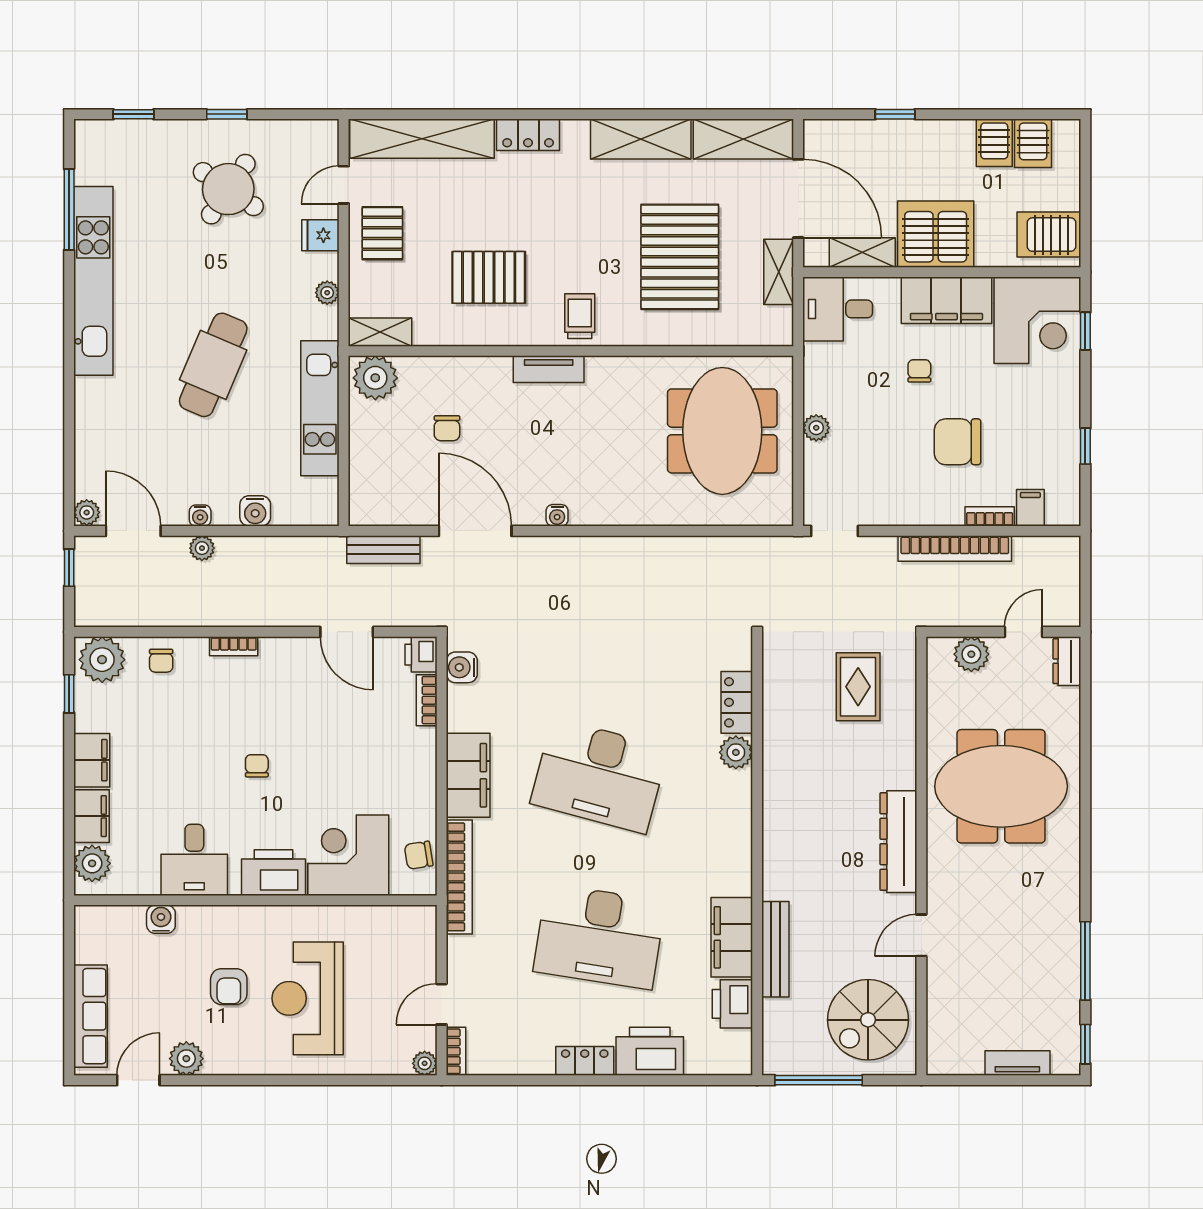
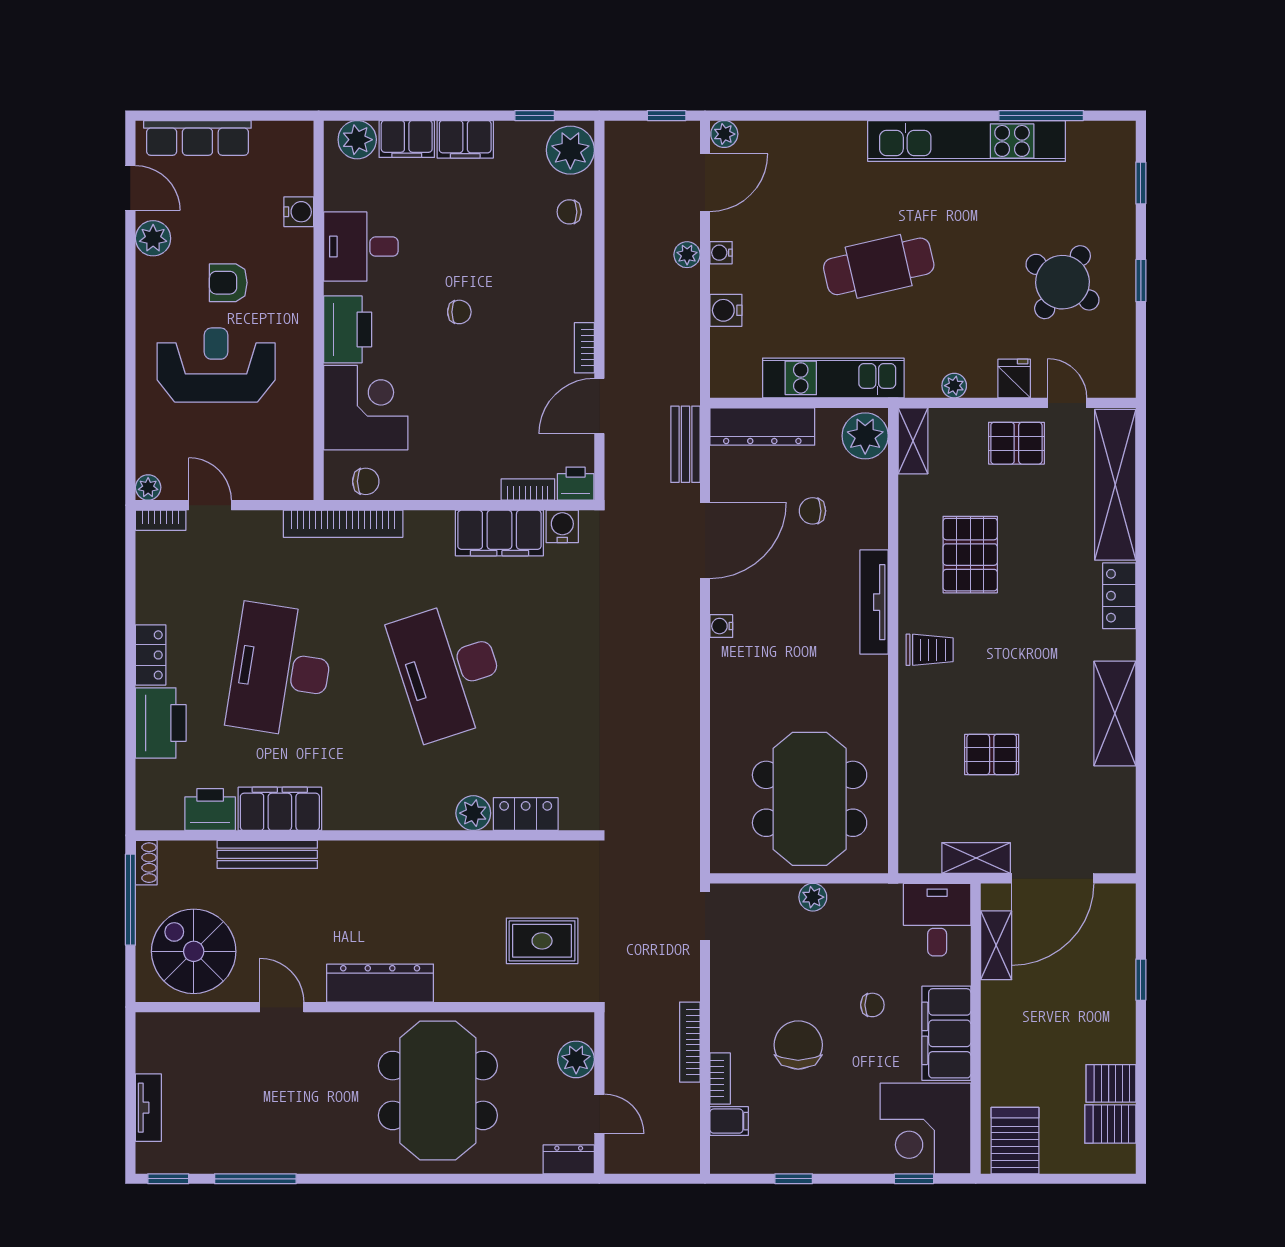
shelving: (743, 139) -> (1115, 821), removed
server rack: (936, 234) -> (1015, 1022), removed
pallet: (680, 257) -> (992, 754), width x0.49, depth x0.50
cafe table: (213, 365) -> (879, 266), turned -36
tv unit: (549, 369) -> (874, 602), width x1.41
meeting table: (722, 431) -> (810, 799), turned 90
dresser: (366, 476) -> (762, 426), added
bookcase: (955, 549) -> (690, 1042), width x0.68, depth x0.76
bookcase: (234, 646) -> (584, 348), moved
filing cabinet: (468, 775) -> (499, 533), moved
desk: (599, 776) -> (449, 670), turned -33
chair: (419, 855) -> (366, 481), turned 99
shoe rack: (783, 1065) -> (146, 863), added

